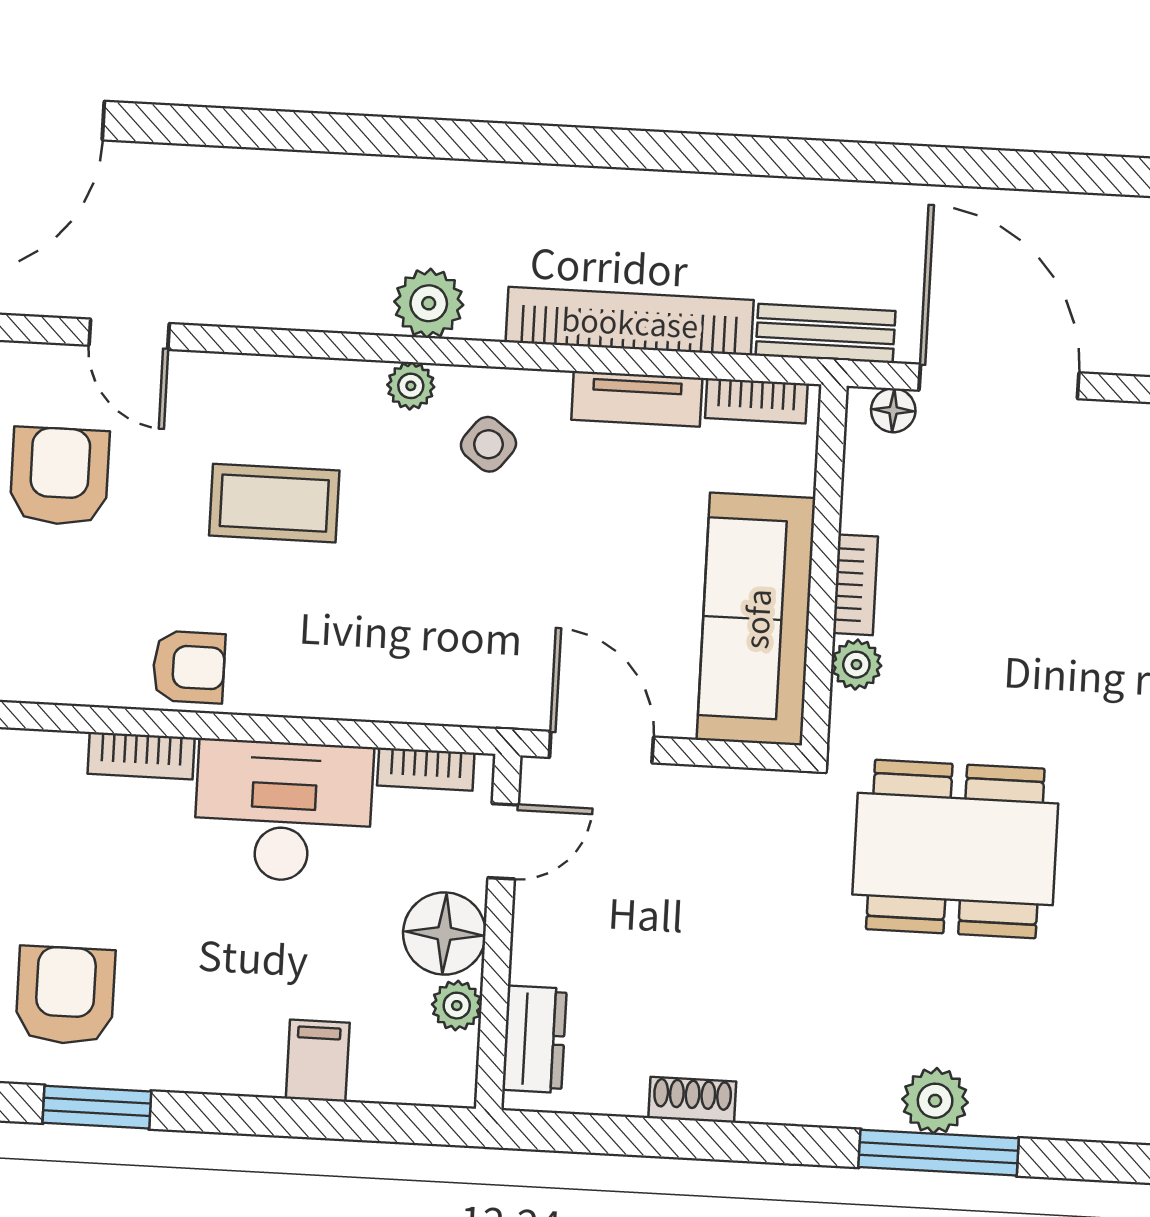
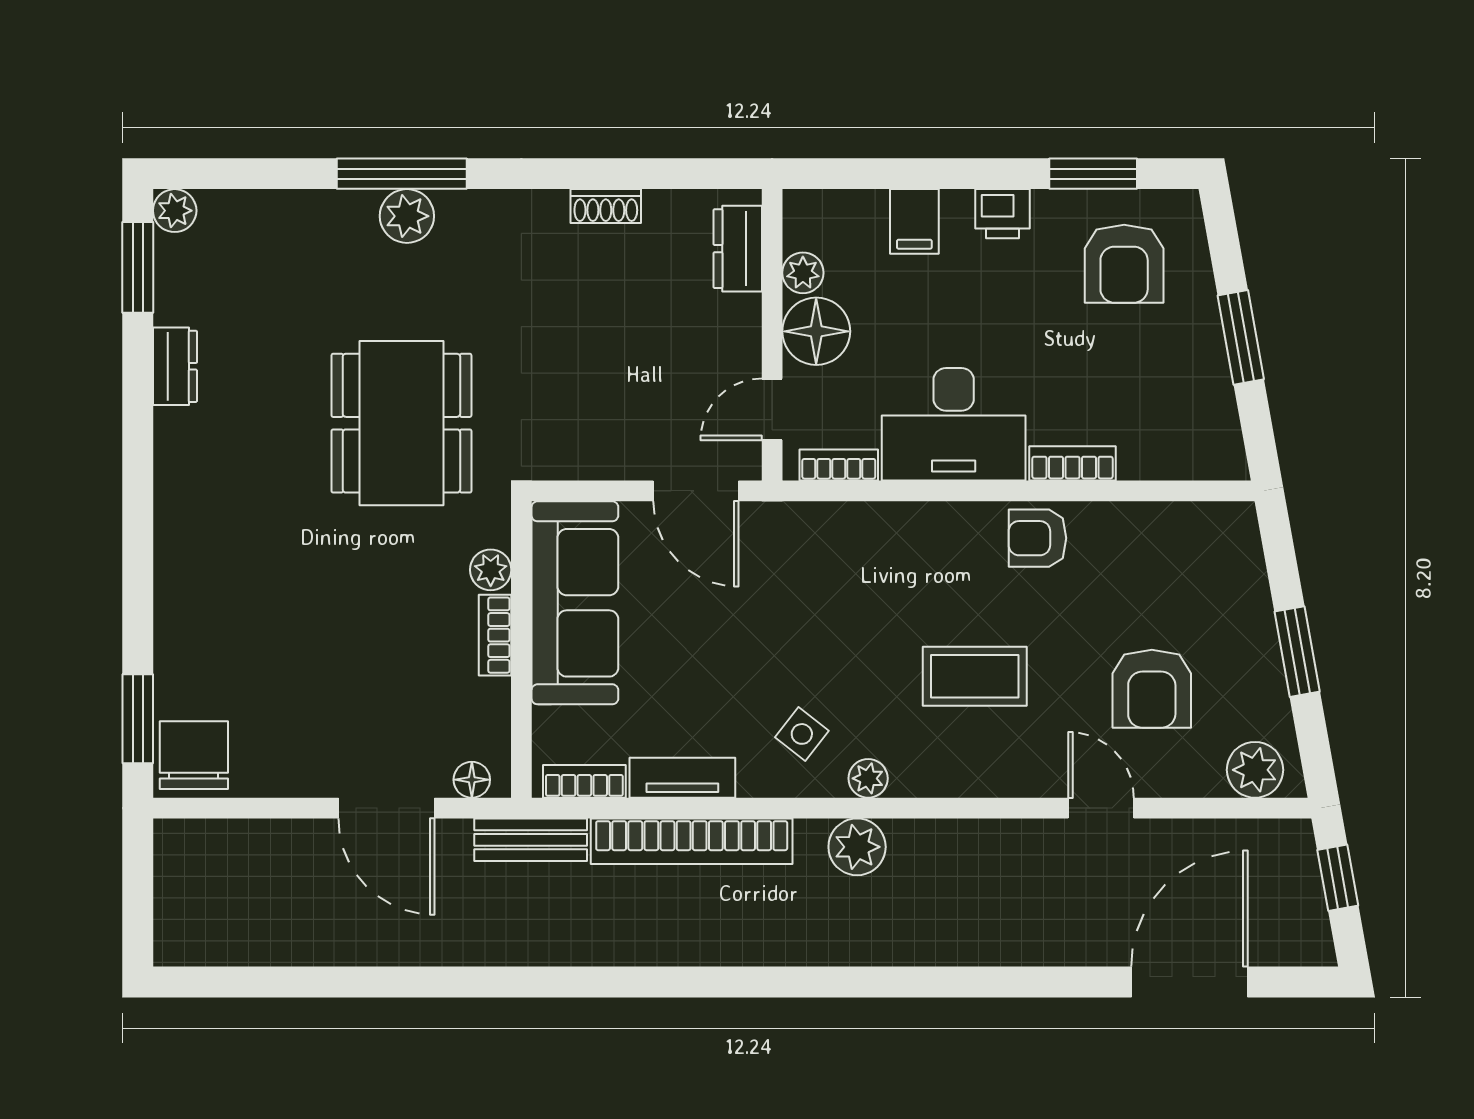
door: (999, 381) -> (386, 808), width x0.73
dining table: (955, 849) -> (401, 423), turned 90
printer: (210, 1064) -> (1003, 214), added

